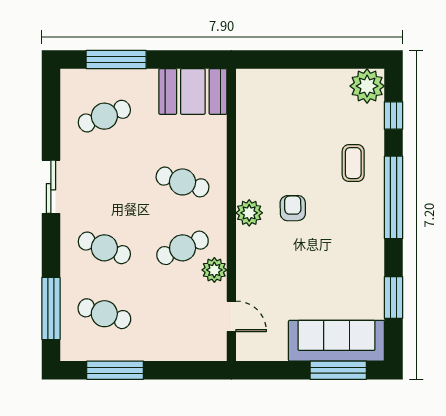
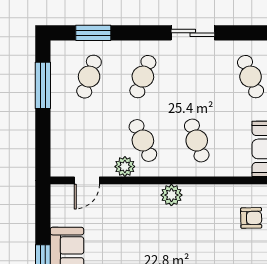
cafe table: (183, 182) -> (197, 141), turned -36
armchair: (293, 208) -> (251, 218), moved
window: (51, 309) -> (93, 33), width x0.69

